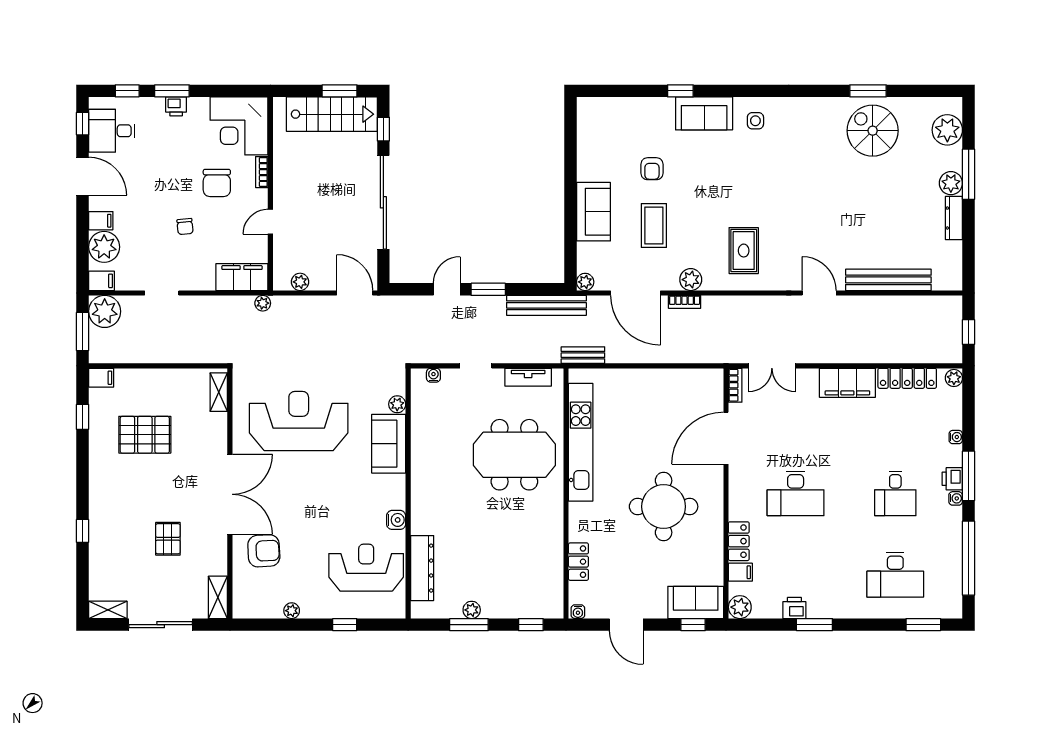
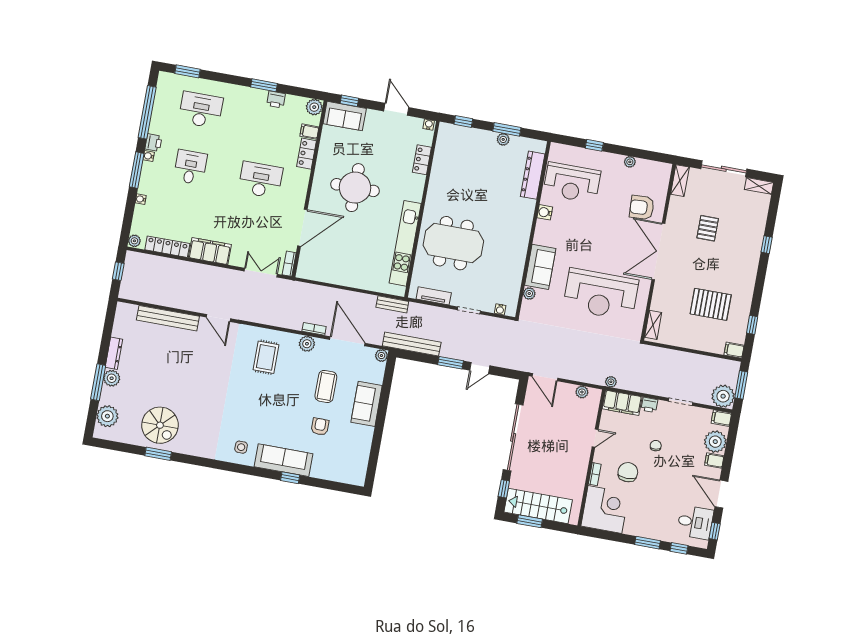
printer: (176, 106) -> (649, 405), moved, turned 180
sofa: (704, 113) -> (284, 460), width x1.36
printer: (952, 479) -> (153, 143), moved

